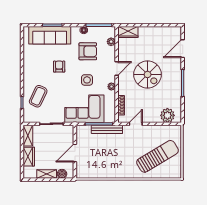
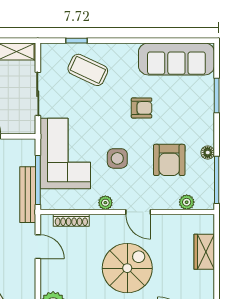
wardrobe: (128, 32) -> (204, 252), moved
sofa: (50, 35) -> (176, 59), moved, turned -90
spiral stairs: (148, 74) -> (127, 268), turned 180

